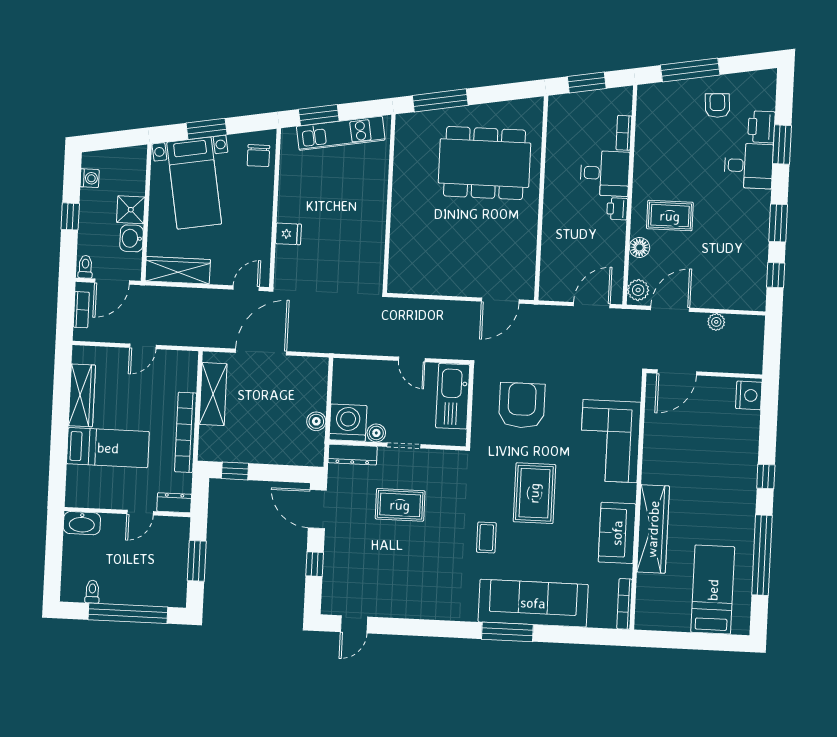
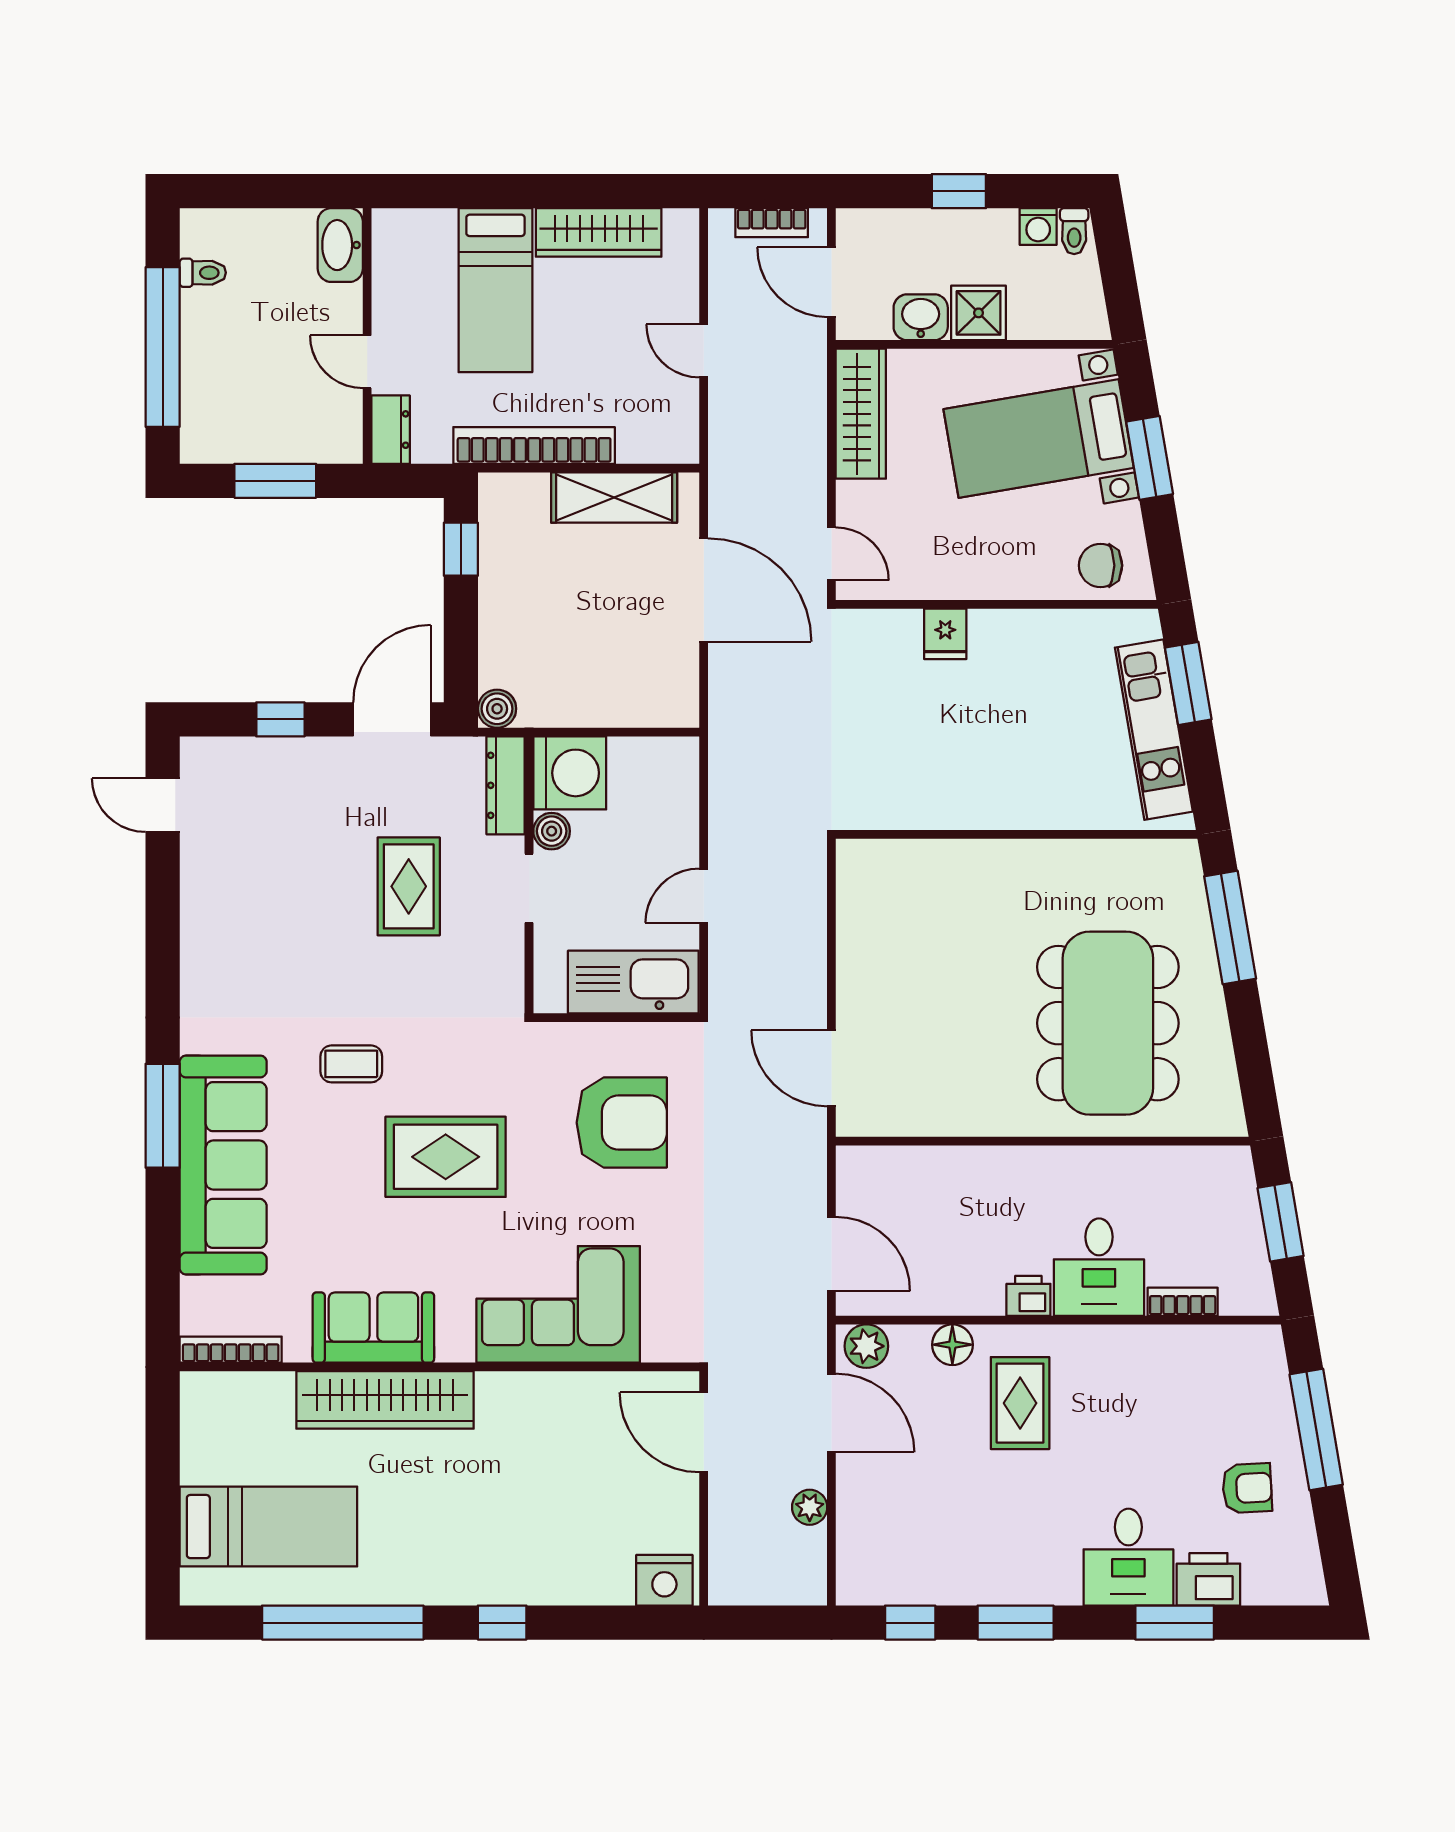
toilet: (85, 267) -> (1074, 231), moved, turned 90
boiler: (316, 421) -> (497, 709), moved

